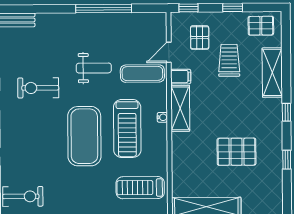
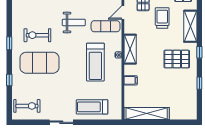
filing cabinet: (181, 77) -> (131, 80), moved
exercise mat: (84, 136) -> (39, 63), moved, turned 90
pallet: (236, 152) -> (177, 59), moved
treadmill: (140, 188) -> (92, 107), moved

